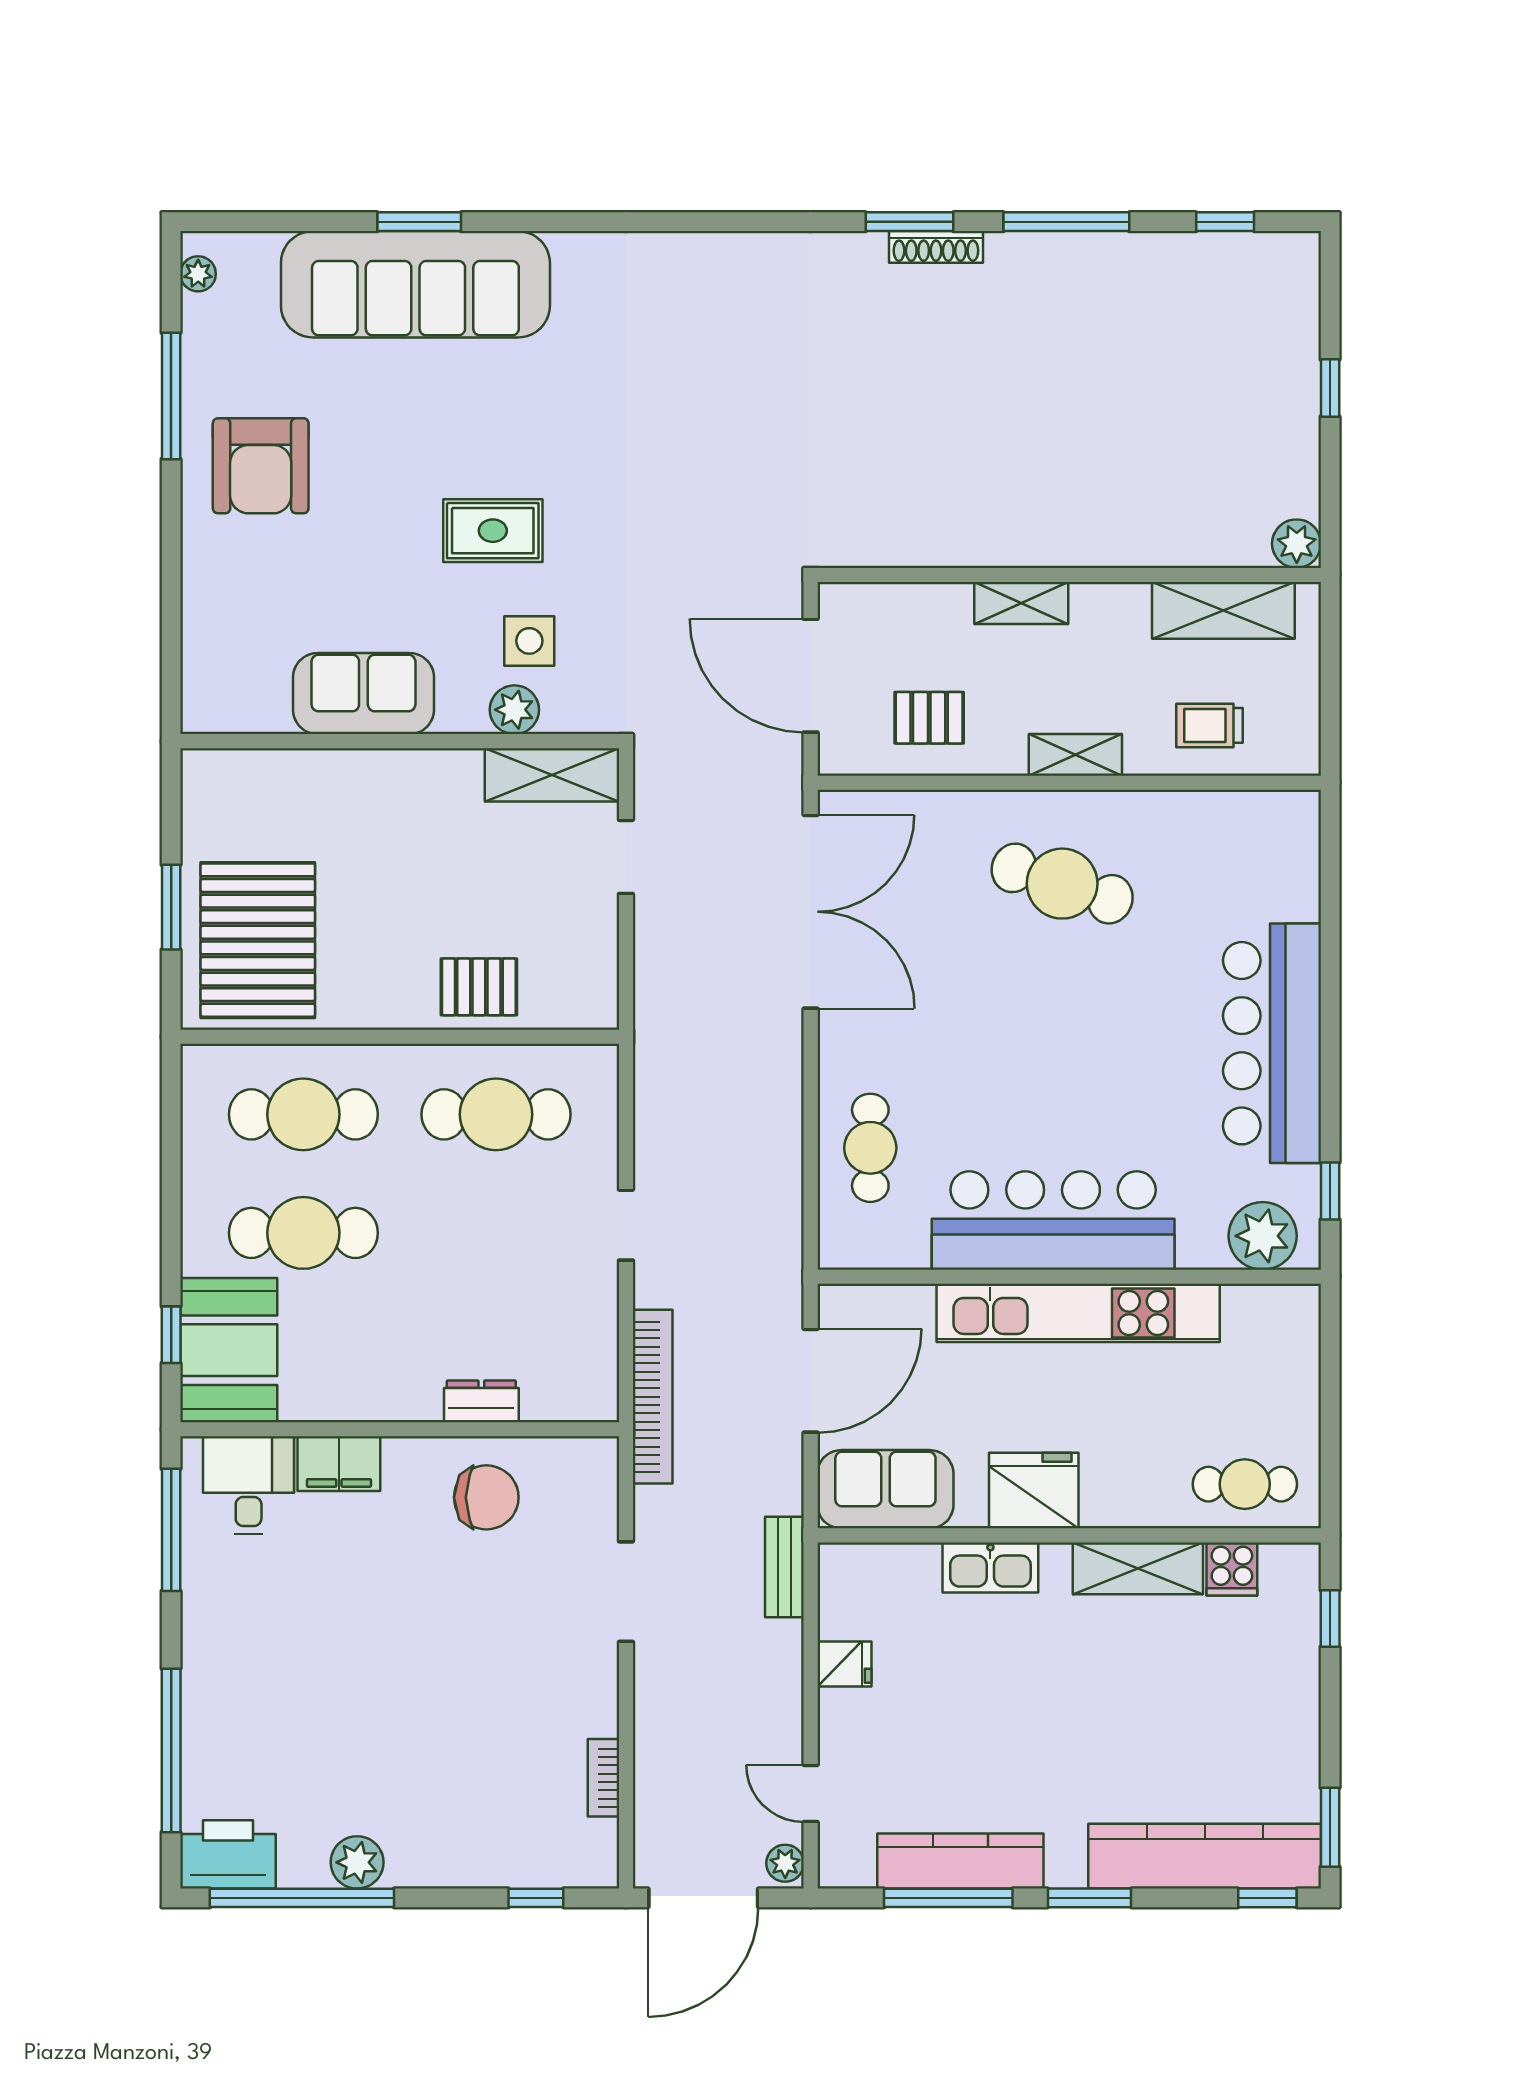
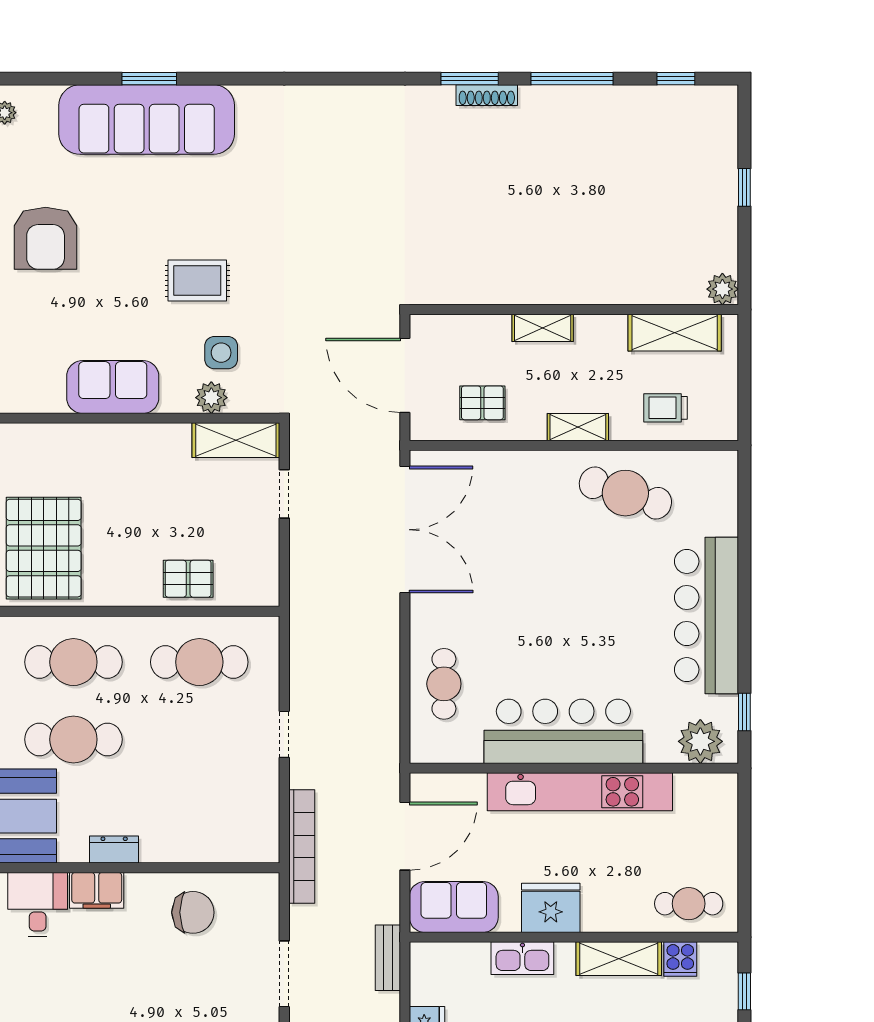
cafe table: (1062, 884) -> (625, 493), moved
dresser: (481, 1401) -> (114, 850), moved

